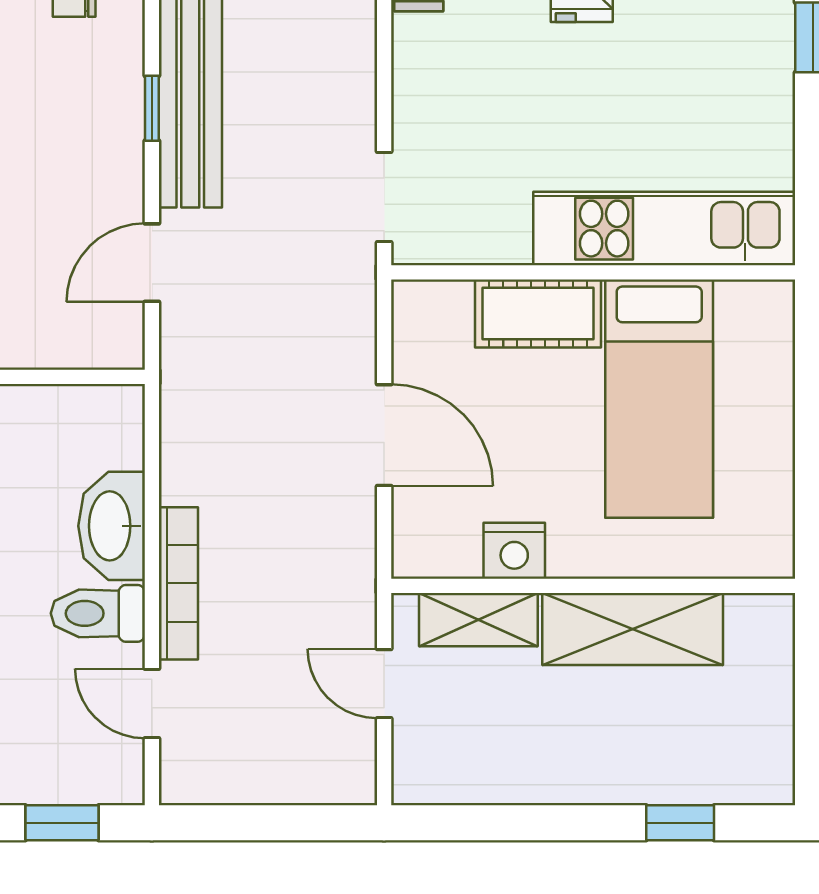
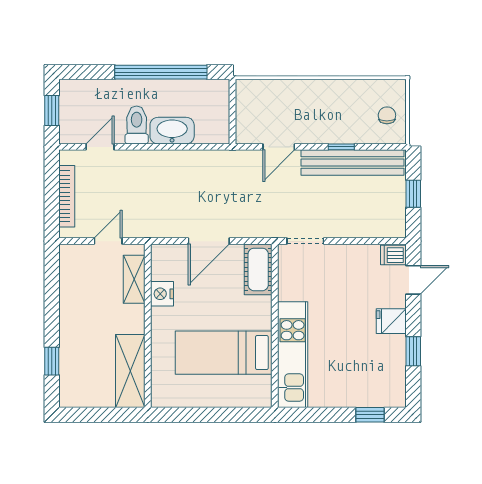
door: (152, 263) -> (279, 147), swing flipped
cot: (538, 314) -> (258, 269), moved
bookcase: (178, 583) -> (67, 196), moved, turned -90
shelving: (633, 629) -> (130, 371), moved

